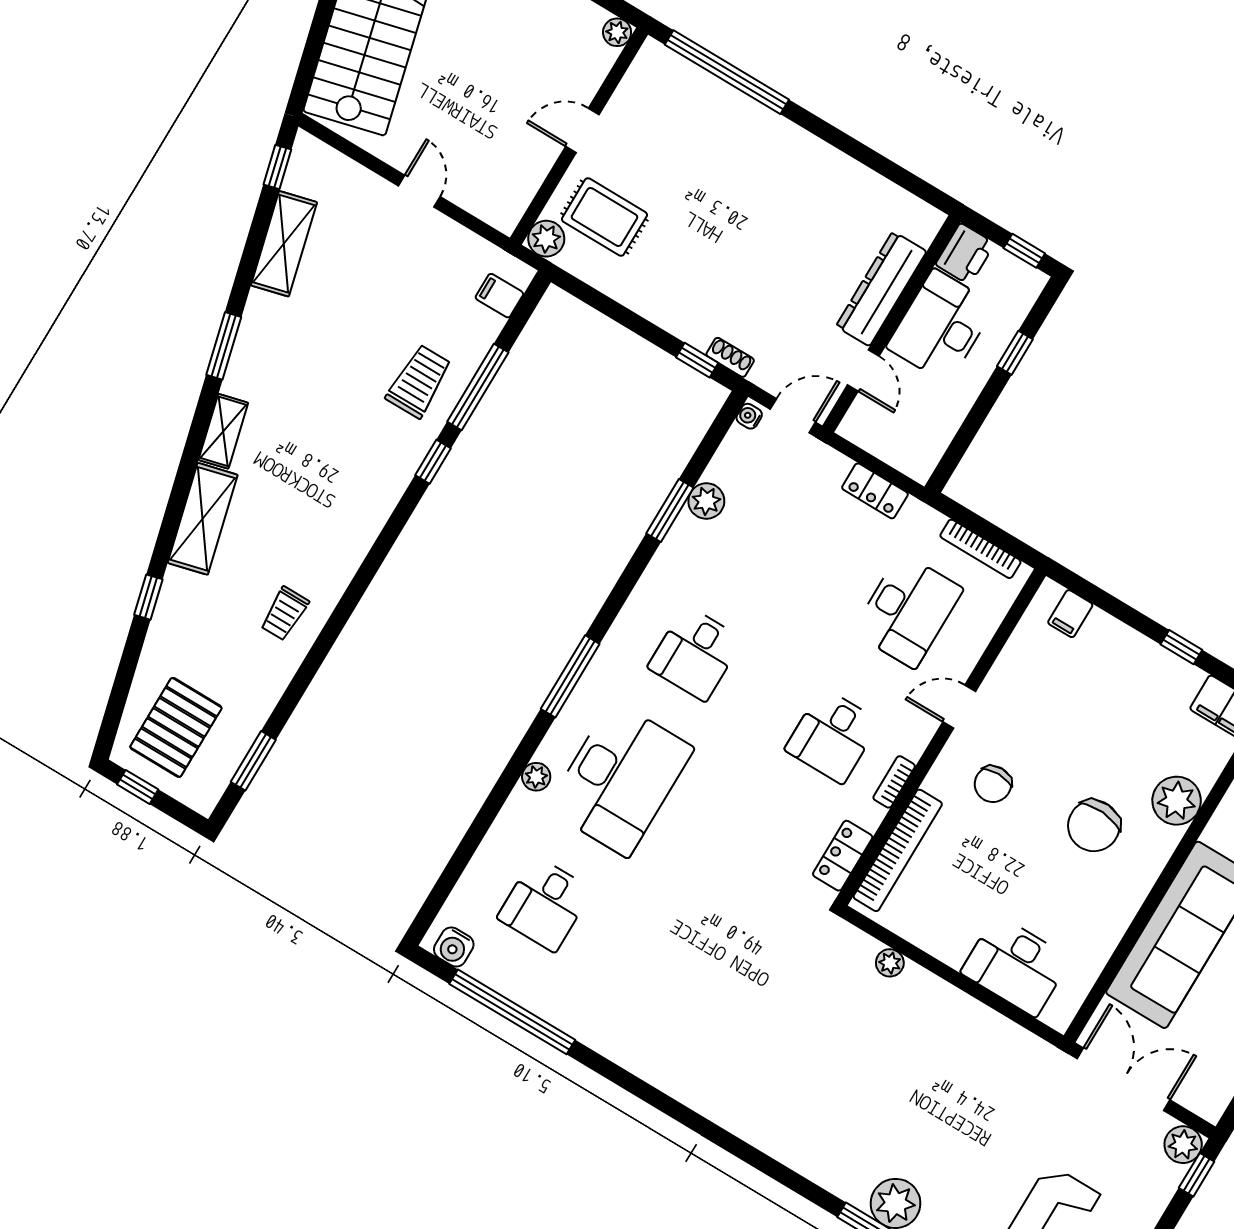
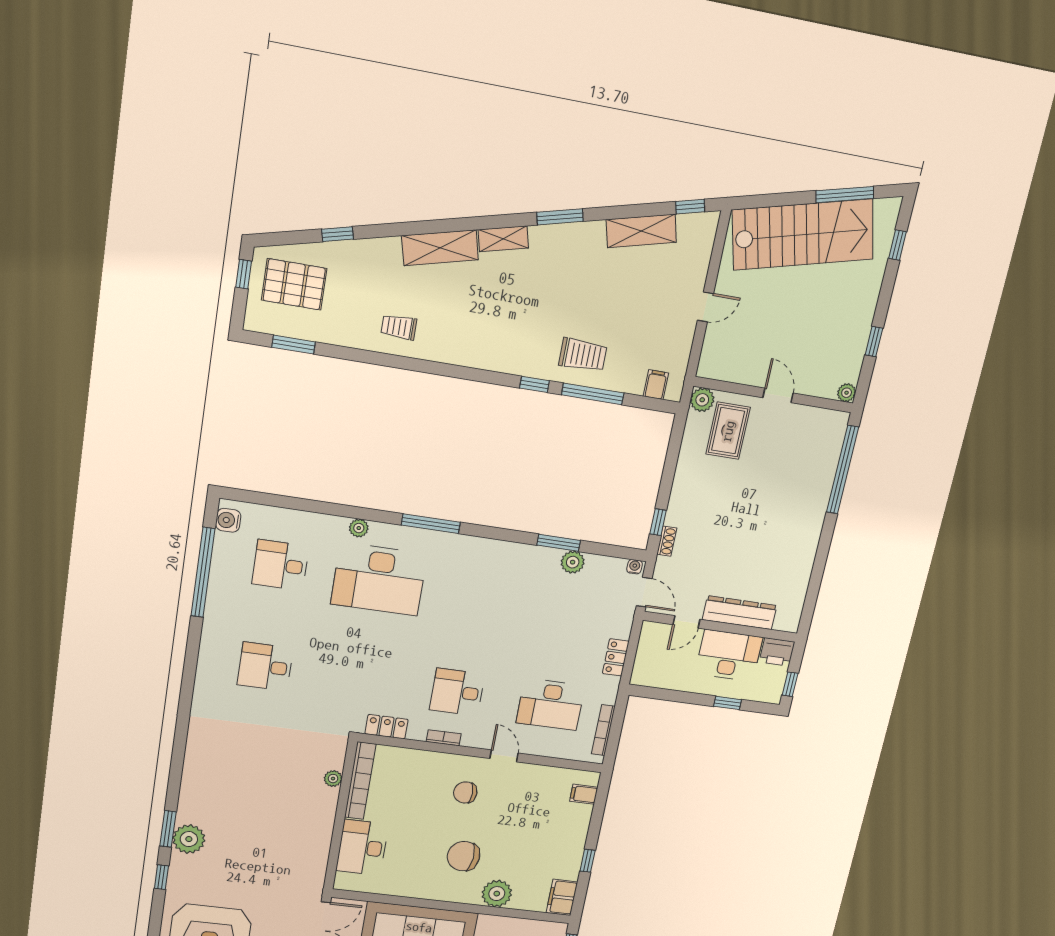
window: (148, 597) -> (338, 234), moved
desk: (695, 653) -> (265, 667), moved
bookcase: (898, 850) -> (360, 781), moved, turned -90

